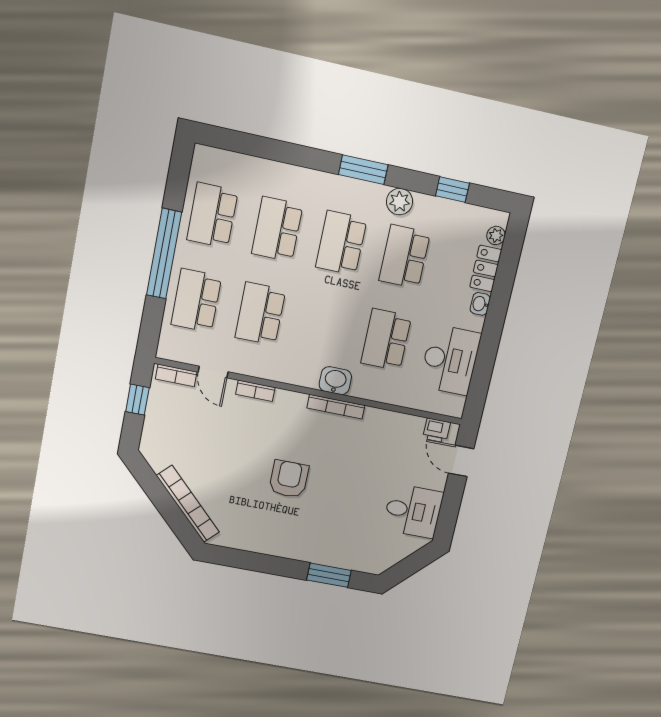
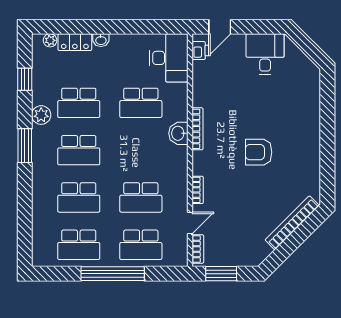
desk: (450, 360) -> (169, 58), moved, turned 90
window: (137, 400) -> (221, 274), width x1.50
window: (329, 575) -> (327, 107), removed

